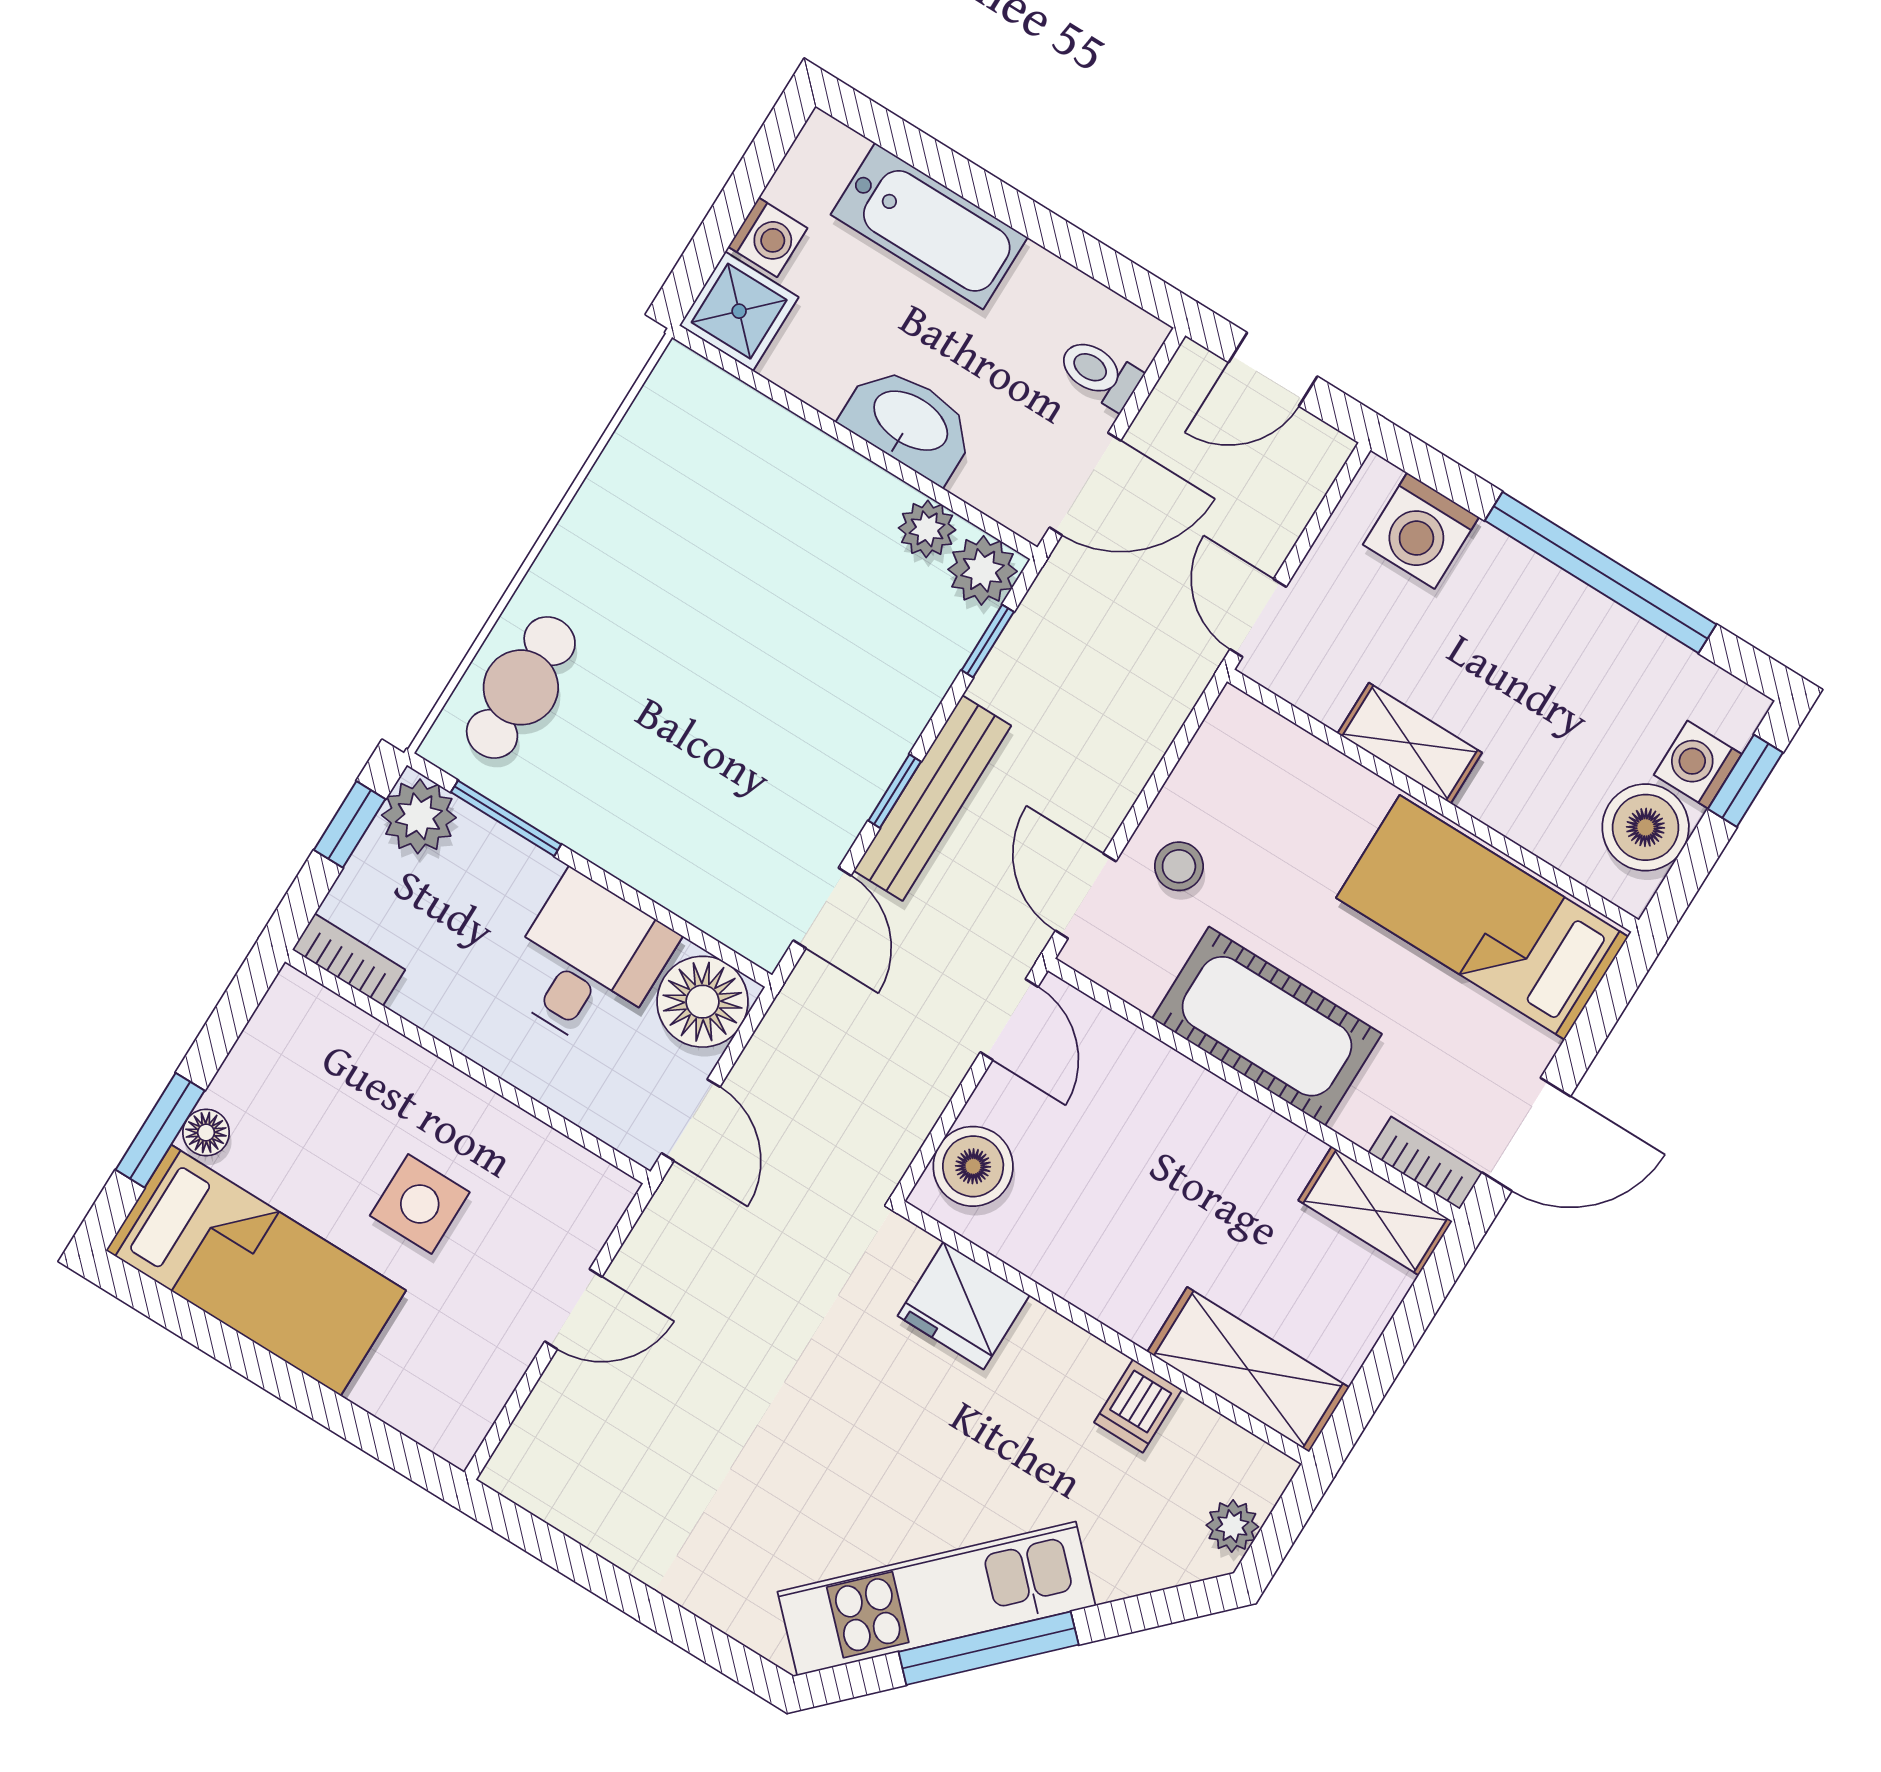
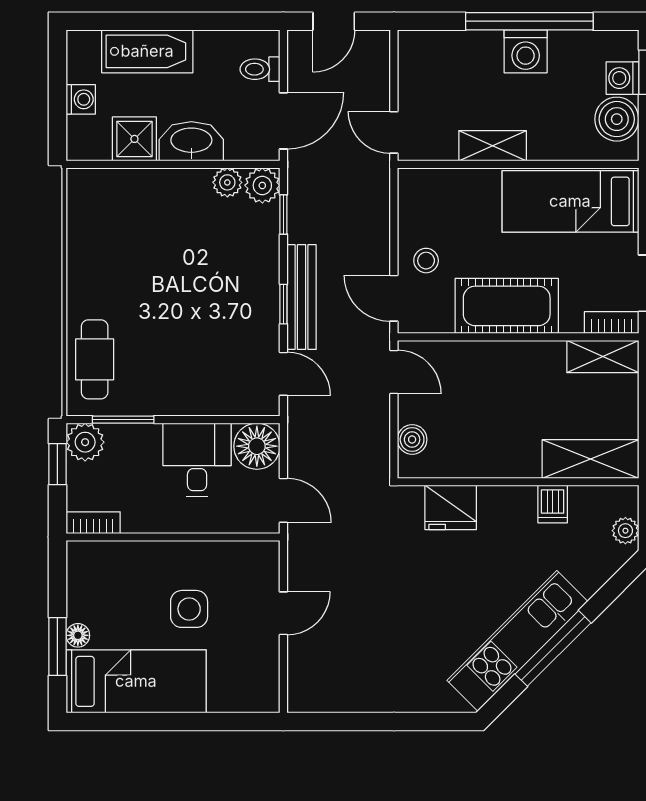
shower: (739, 311) -> (134, 139), moved
washing machine: (1421, 531) -> (526, 51), moved
boiler: (973, 1166) -> (412, 439), width x0.73, depth x0.73

